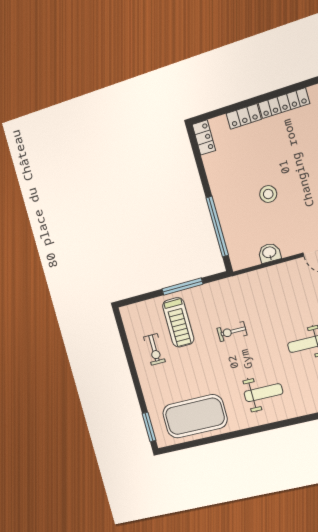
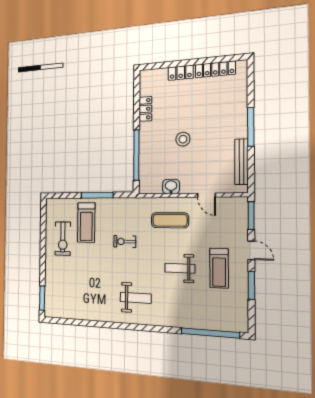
locker: (204, 137) -> (145, 109), moved
exercise bike: (154, 349) -> (63, 239), width x1.38, depth x1.39
exercise mat: (195, 416) -> (170, 220), moved, width x0.50, depth x0.69

